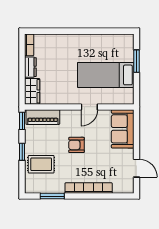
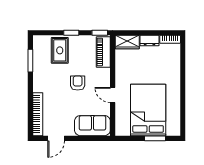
bed: (106, 75) -> (148, 110), width x1.50
bookcase: (89, 188) -> (38, 114), moved

